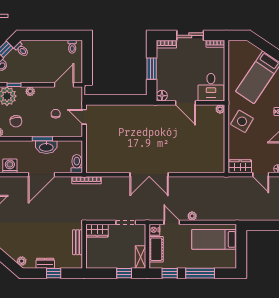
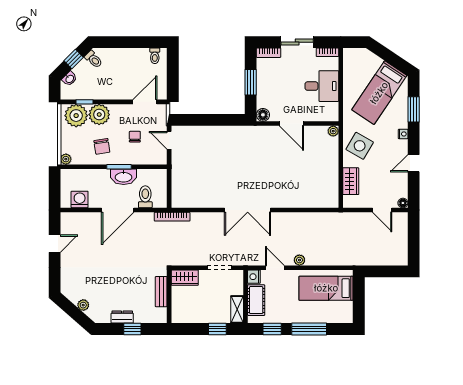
desk: (211, 87) -> (322, 86), moved, turned -90
plant: (30, 91) -> (99, 115), width x1.88, depth x1.88
chair: (16, 121) -> (102, 146), moved
toilet: (77, 164) -> (145, 197), moved
wardrobe: (240, 166) -> (351, 181), moved, turned 90
plant: (22, 261) -> (83, 305), moved

